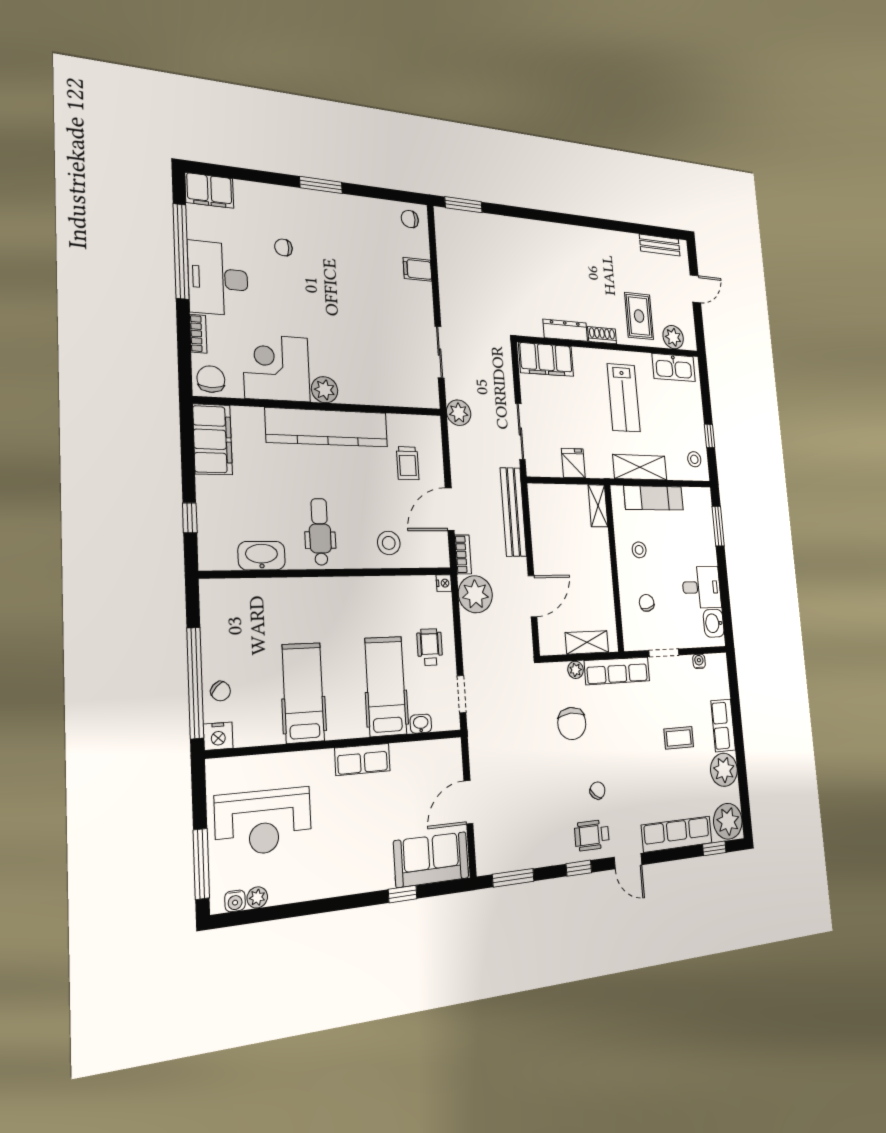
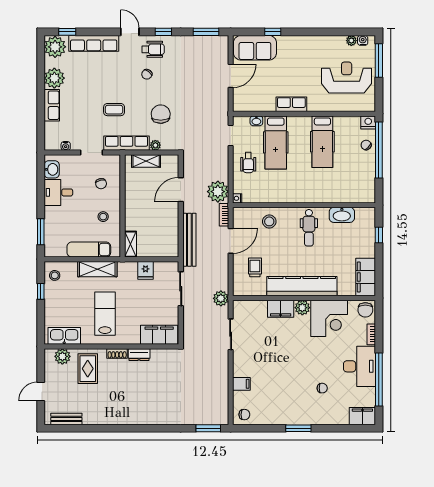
dresser: (565, 330) -> (139, 355), width x0.70
filing cabinet: (361, 390) -> (281, 309), added
coffee table: (679, 738) -> (114, 110), moved

